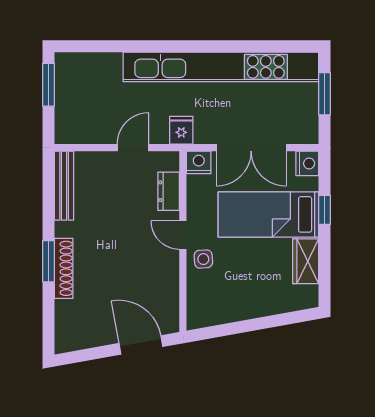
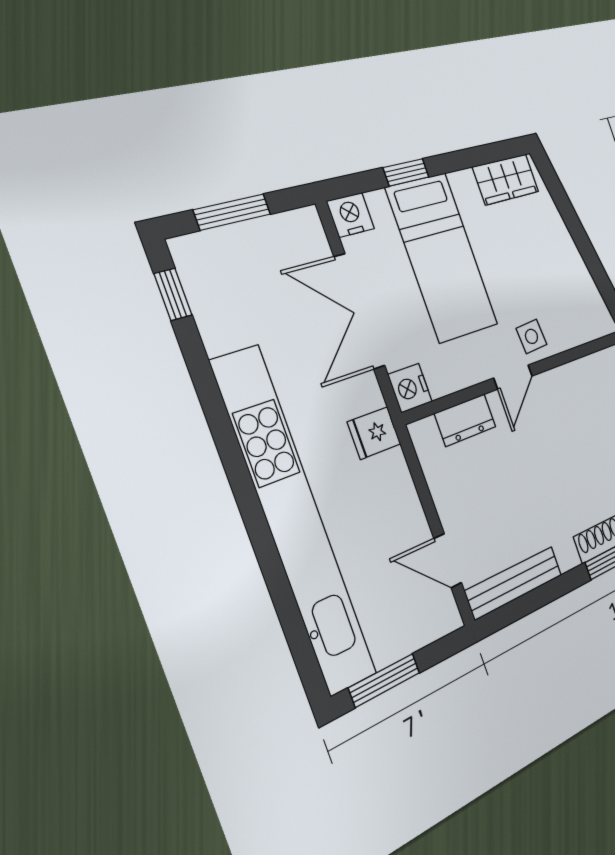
window: (289, 46) -> (173, 294), added
kitchen unit: (221, 67) -> (294, 520), moved
door: (133, 148) -> (448, 561), moved
double door: (251, 148) -> (359, 311), swing flipped
wardrobe: (306, 261) -> (506, 179), moved

